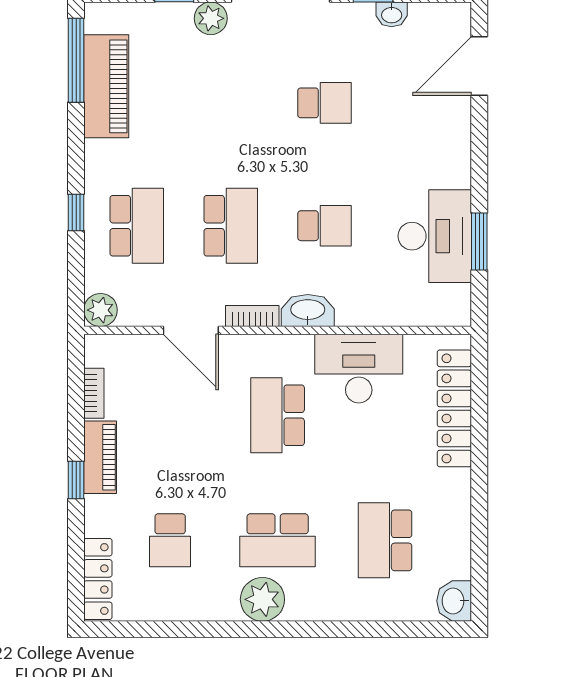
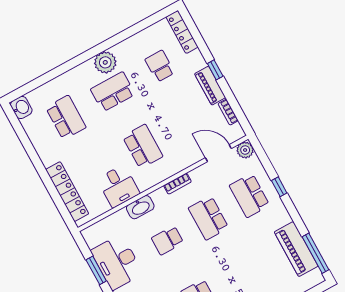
washbasin: (308, 311) -> (140, 207), moved
door: (191, 330) -> (218, 153), moved
desk: (359, 369) -> (118, 186), width x0.73

